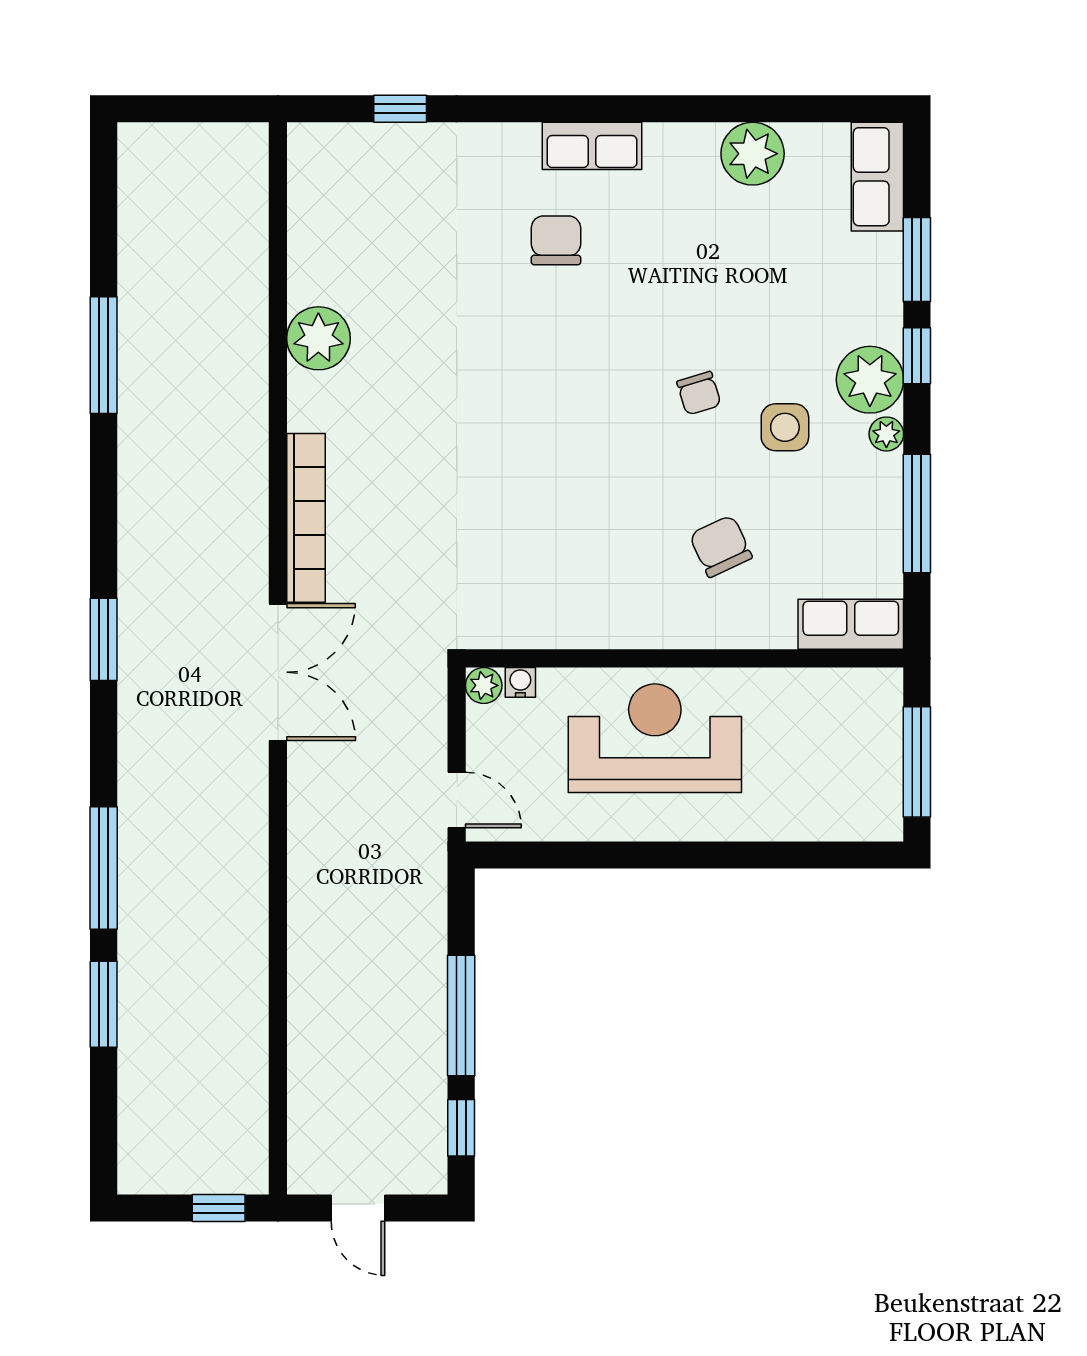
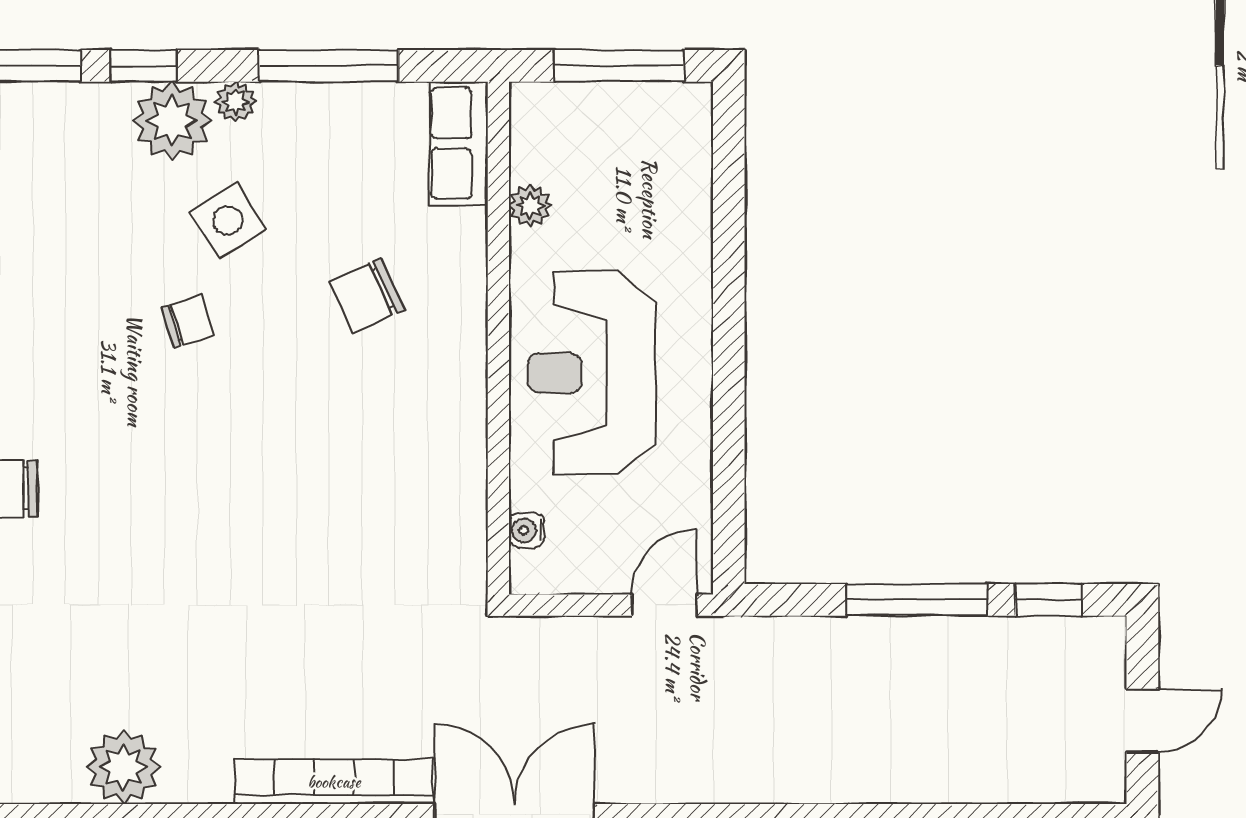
side table: (785, 427) -> (228, 220), turned -32
plant: (484, 685) -> (530, 206), moved

